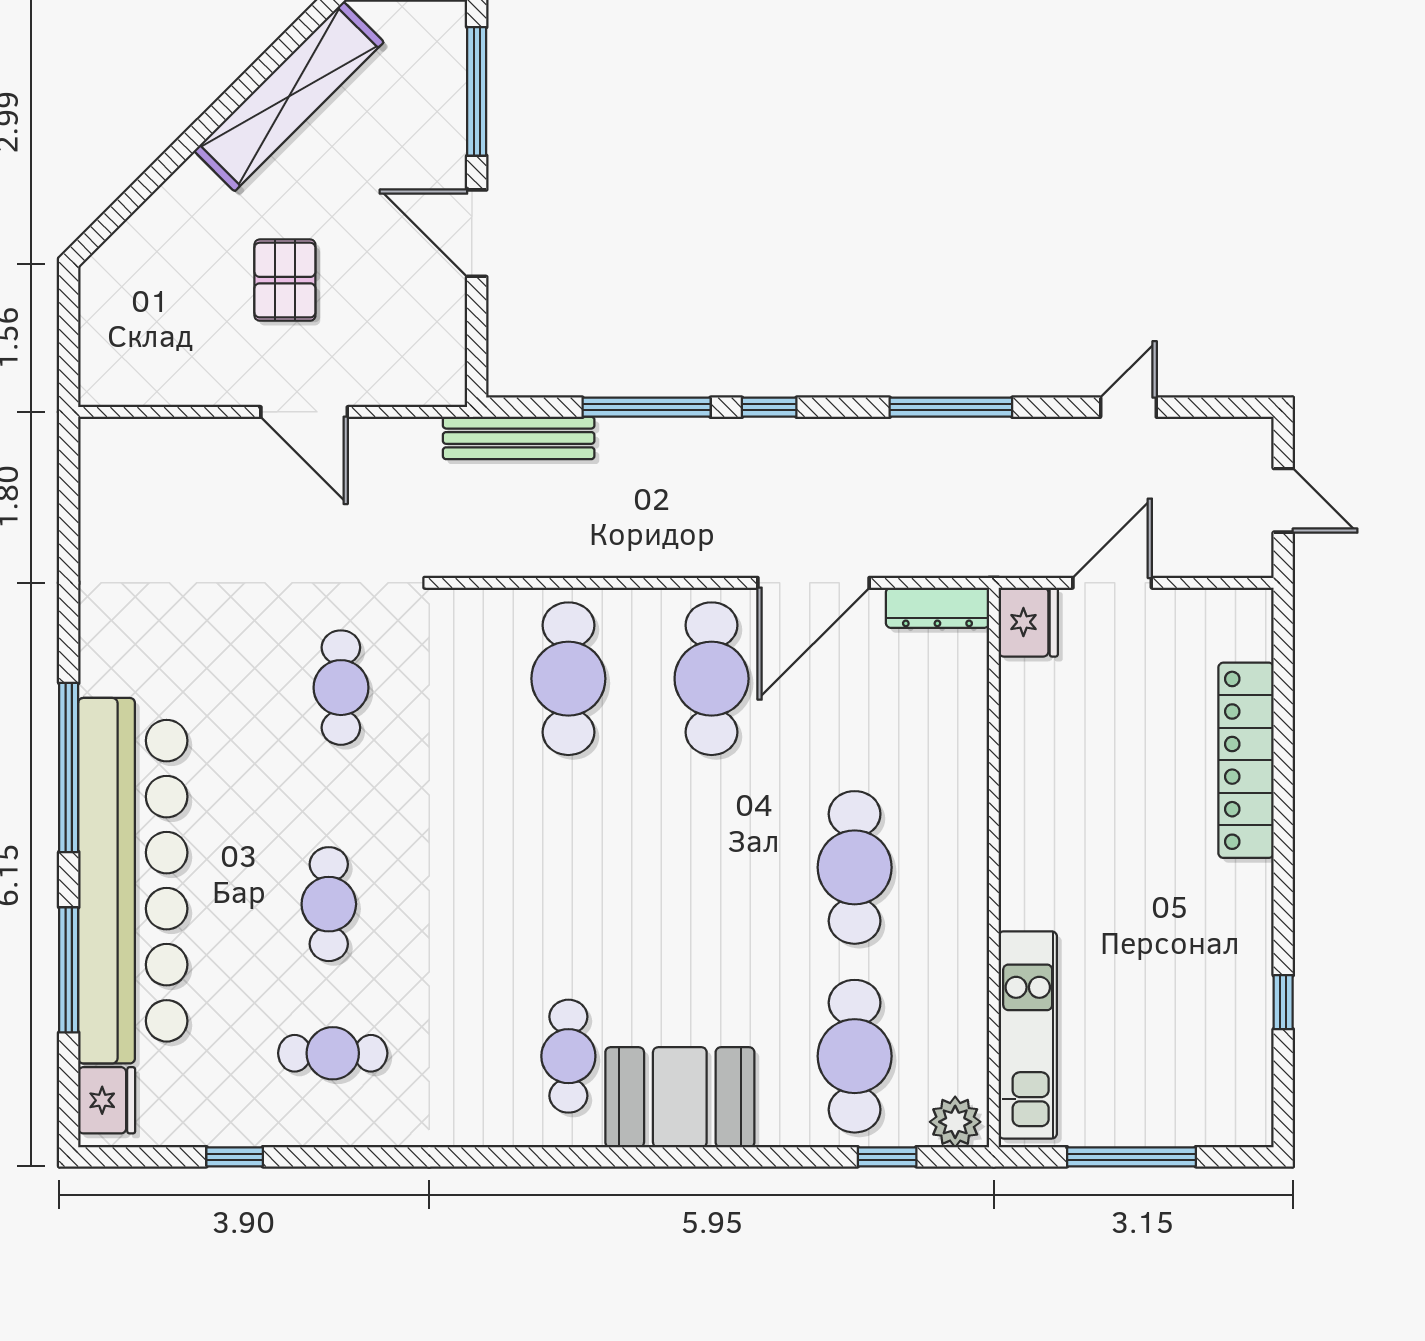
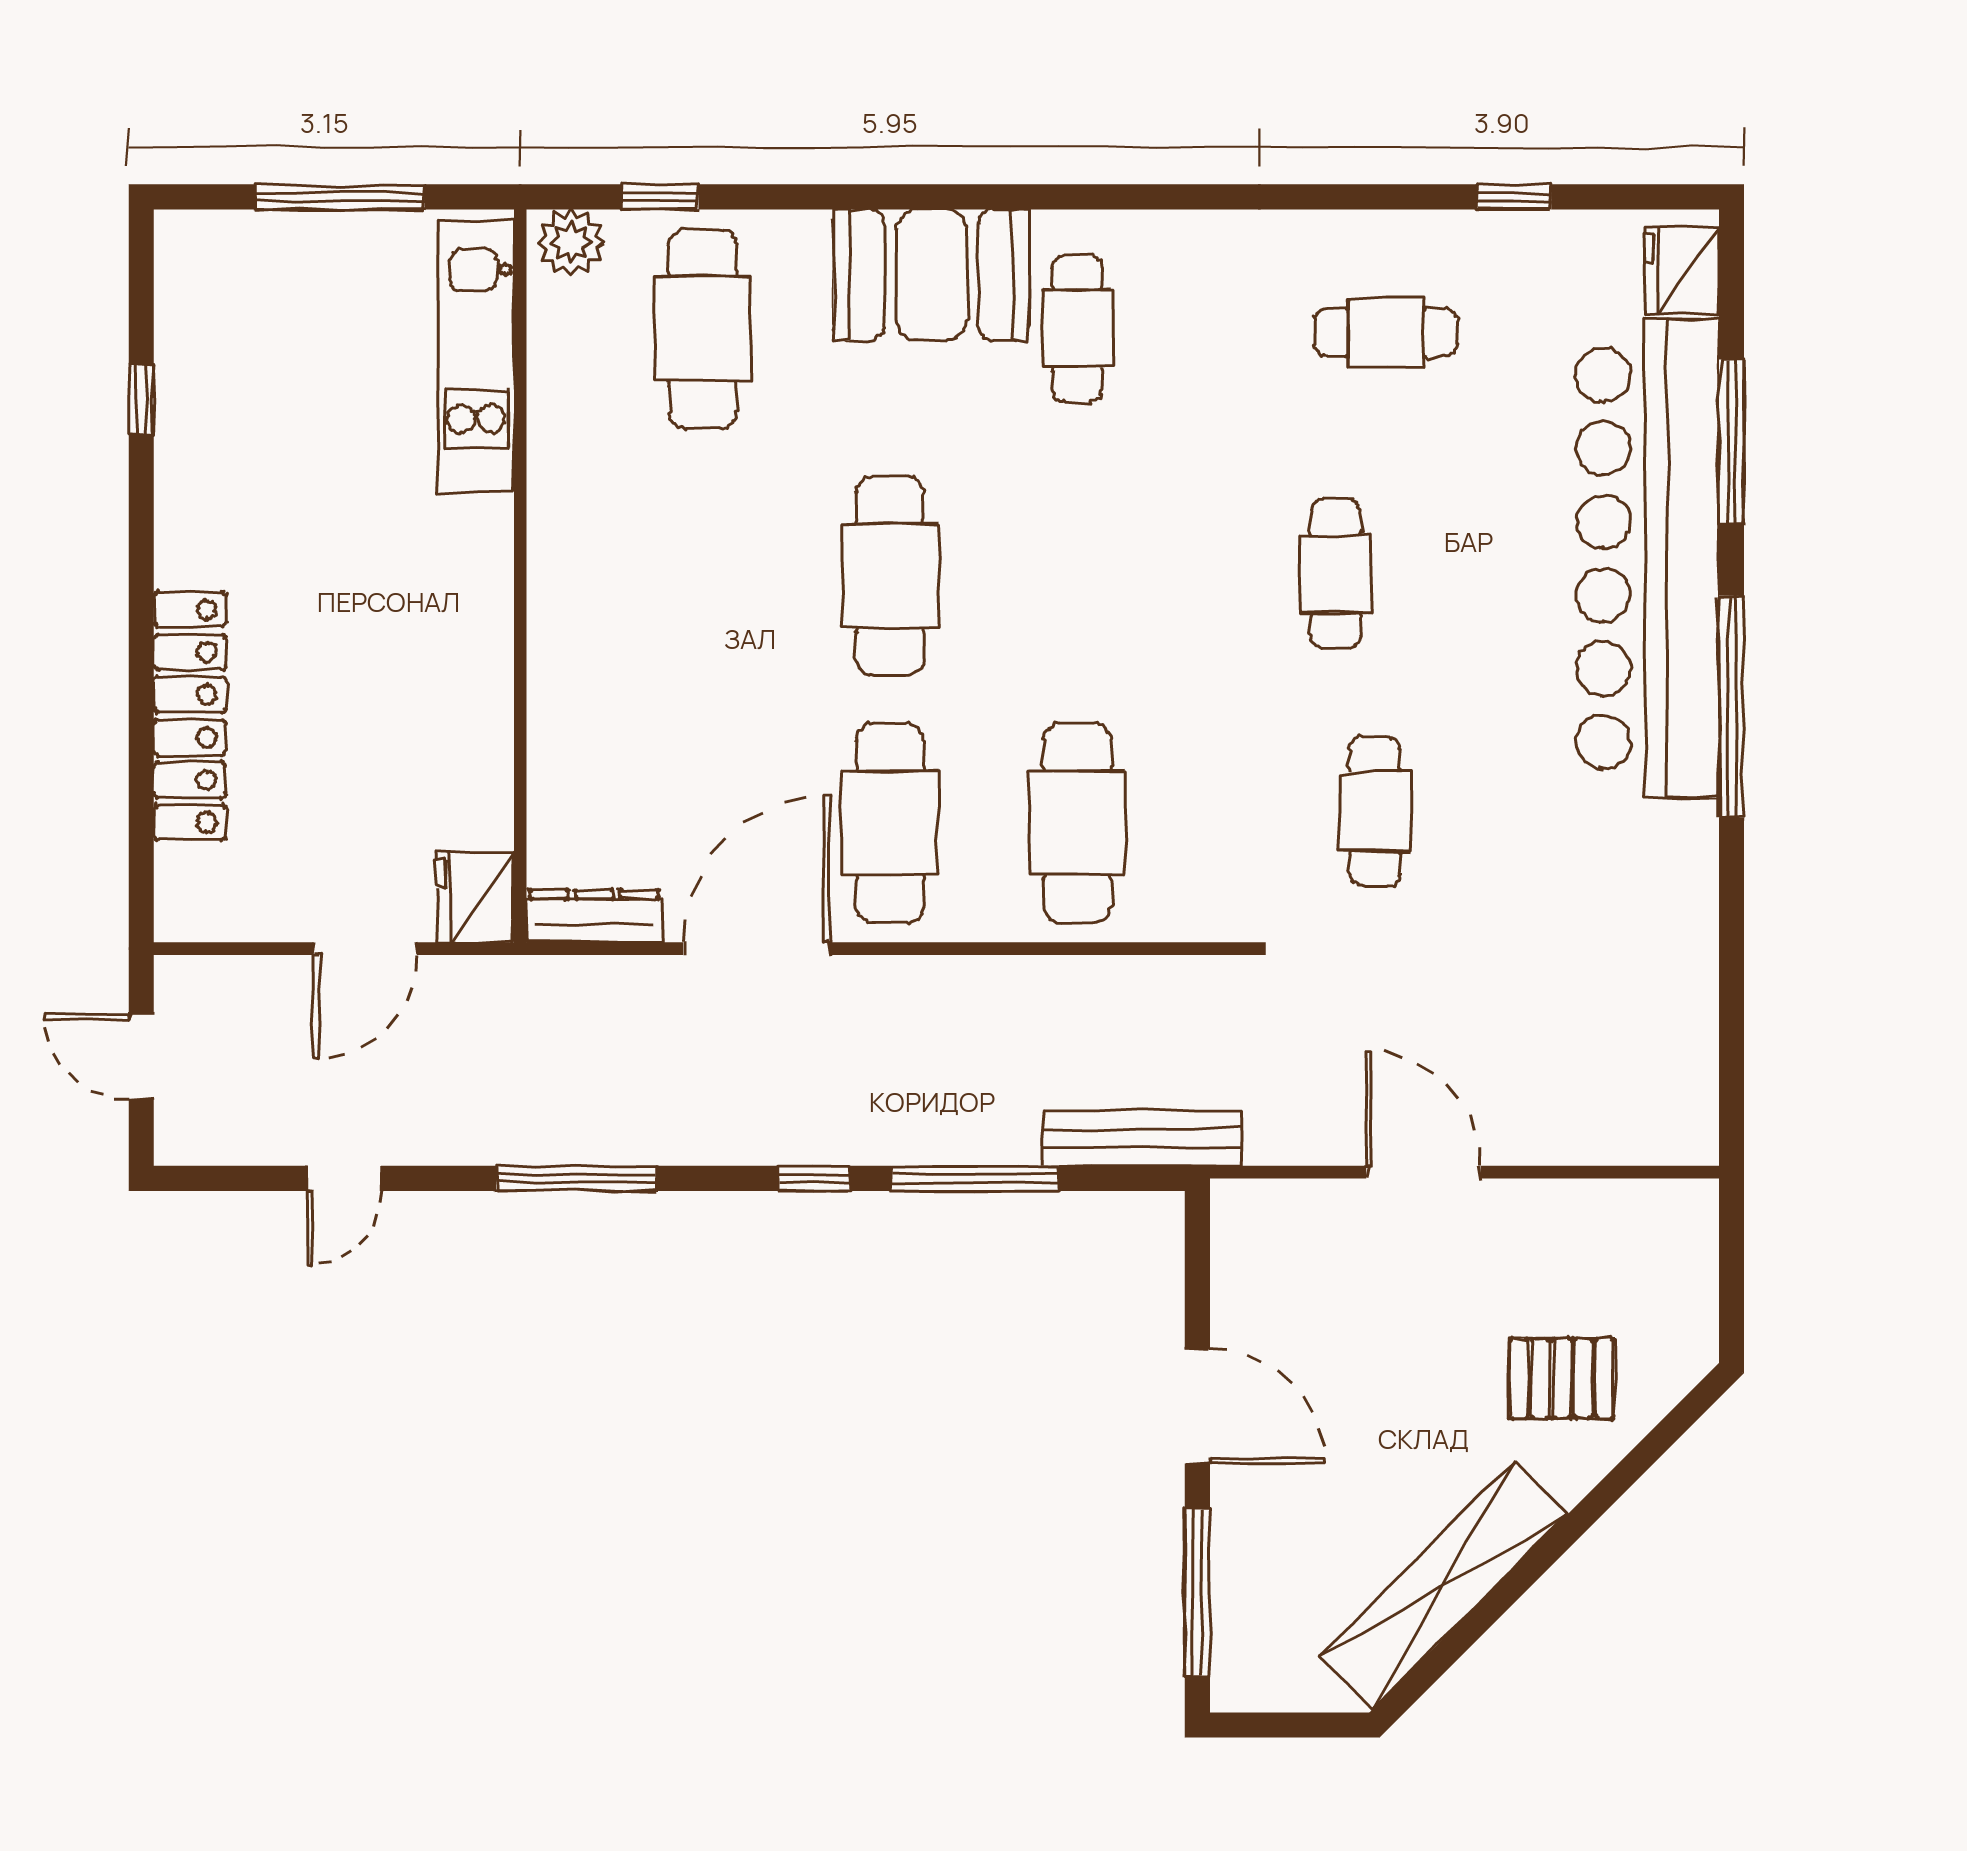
pallet: (285, 280) -> (1562, 1379), moved, turned 90
cafe table: (855, 867) -> (890, 576), moved
cafe table: (329, 904) -> (1336, 574), moved

